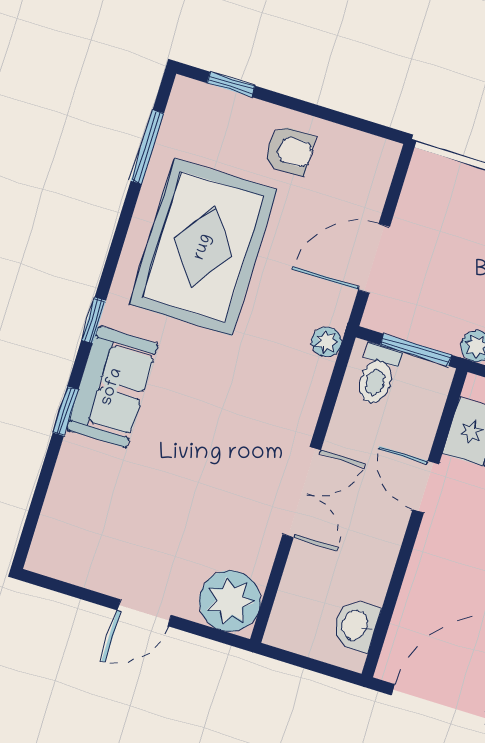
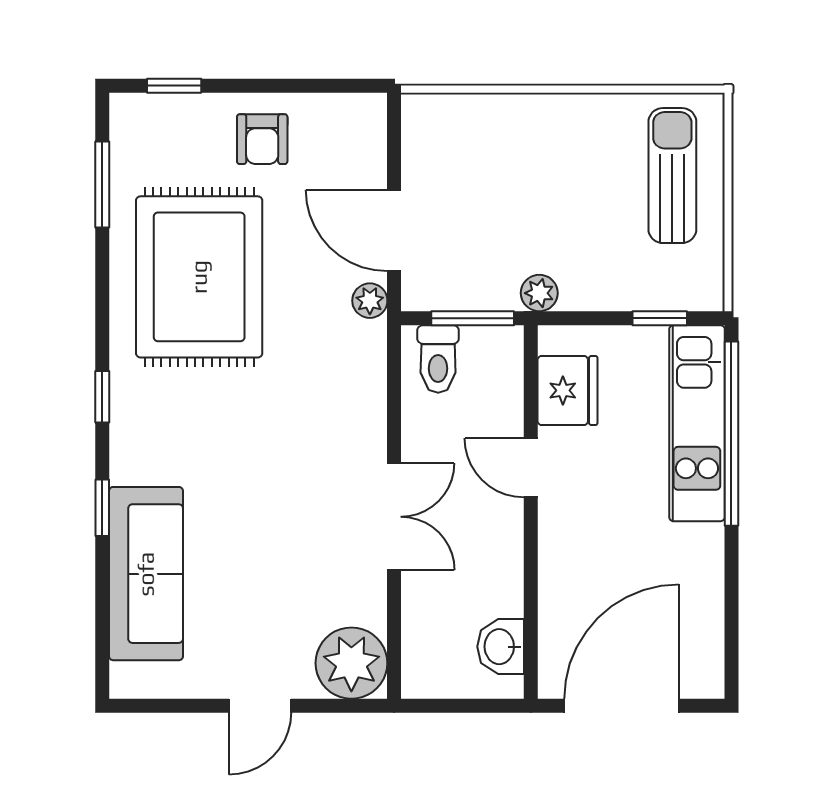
armchair: (289, 150) -> (262, 139), turned 90
door: (374, 258) -> (394, 231), hinge flipped
plant: (326, 342) -> (370, 301), moved
sofa: (112, 387) -> (146, 574), moved, width x1.36

